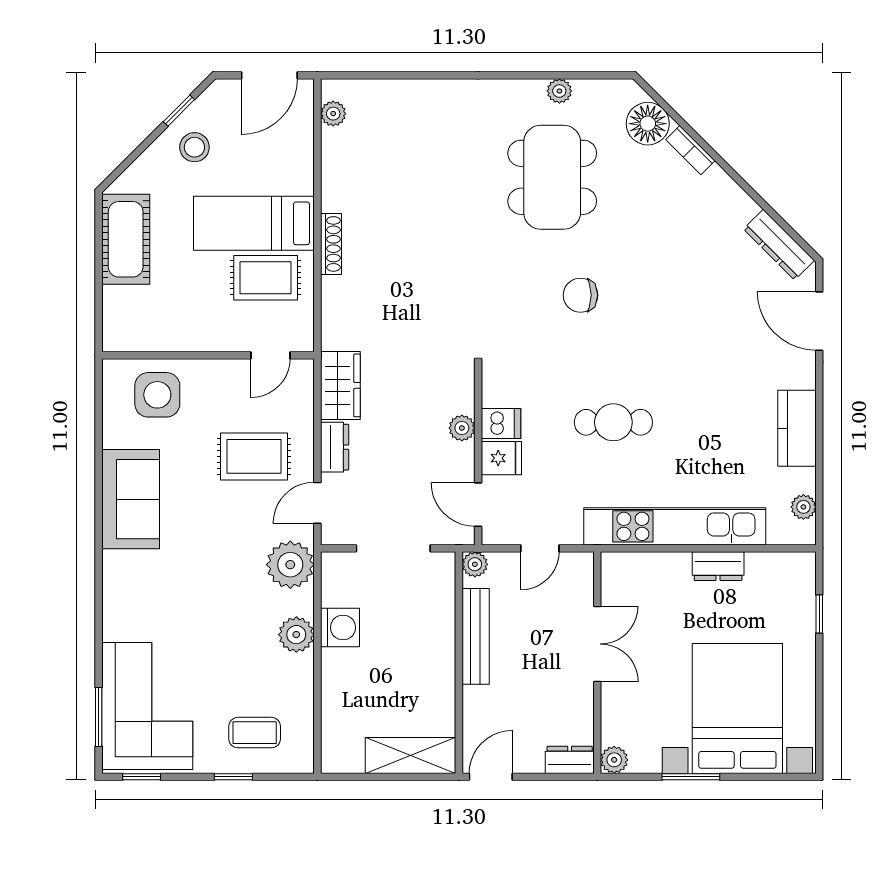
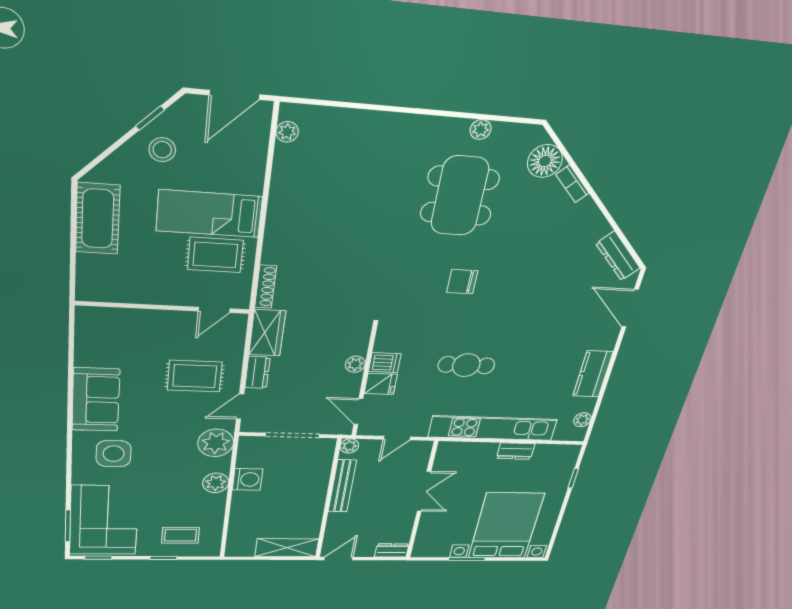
shoe rack: (331, 244) -> (266, 287), moved
side table: (157, 395) -> (114, 454), moved
plant: (614, 760) -> (421, 551), removed

